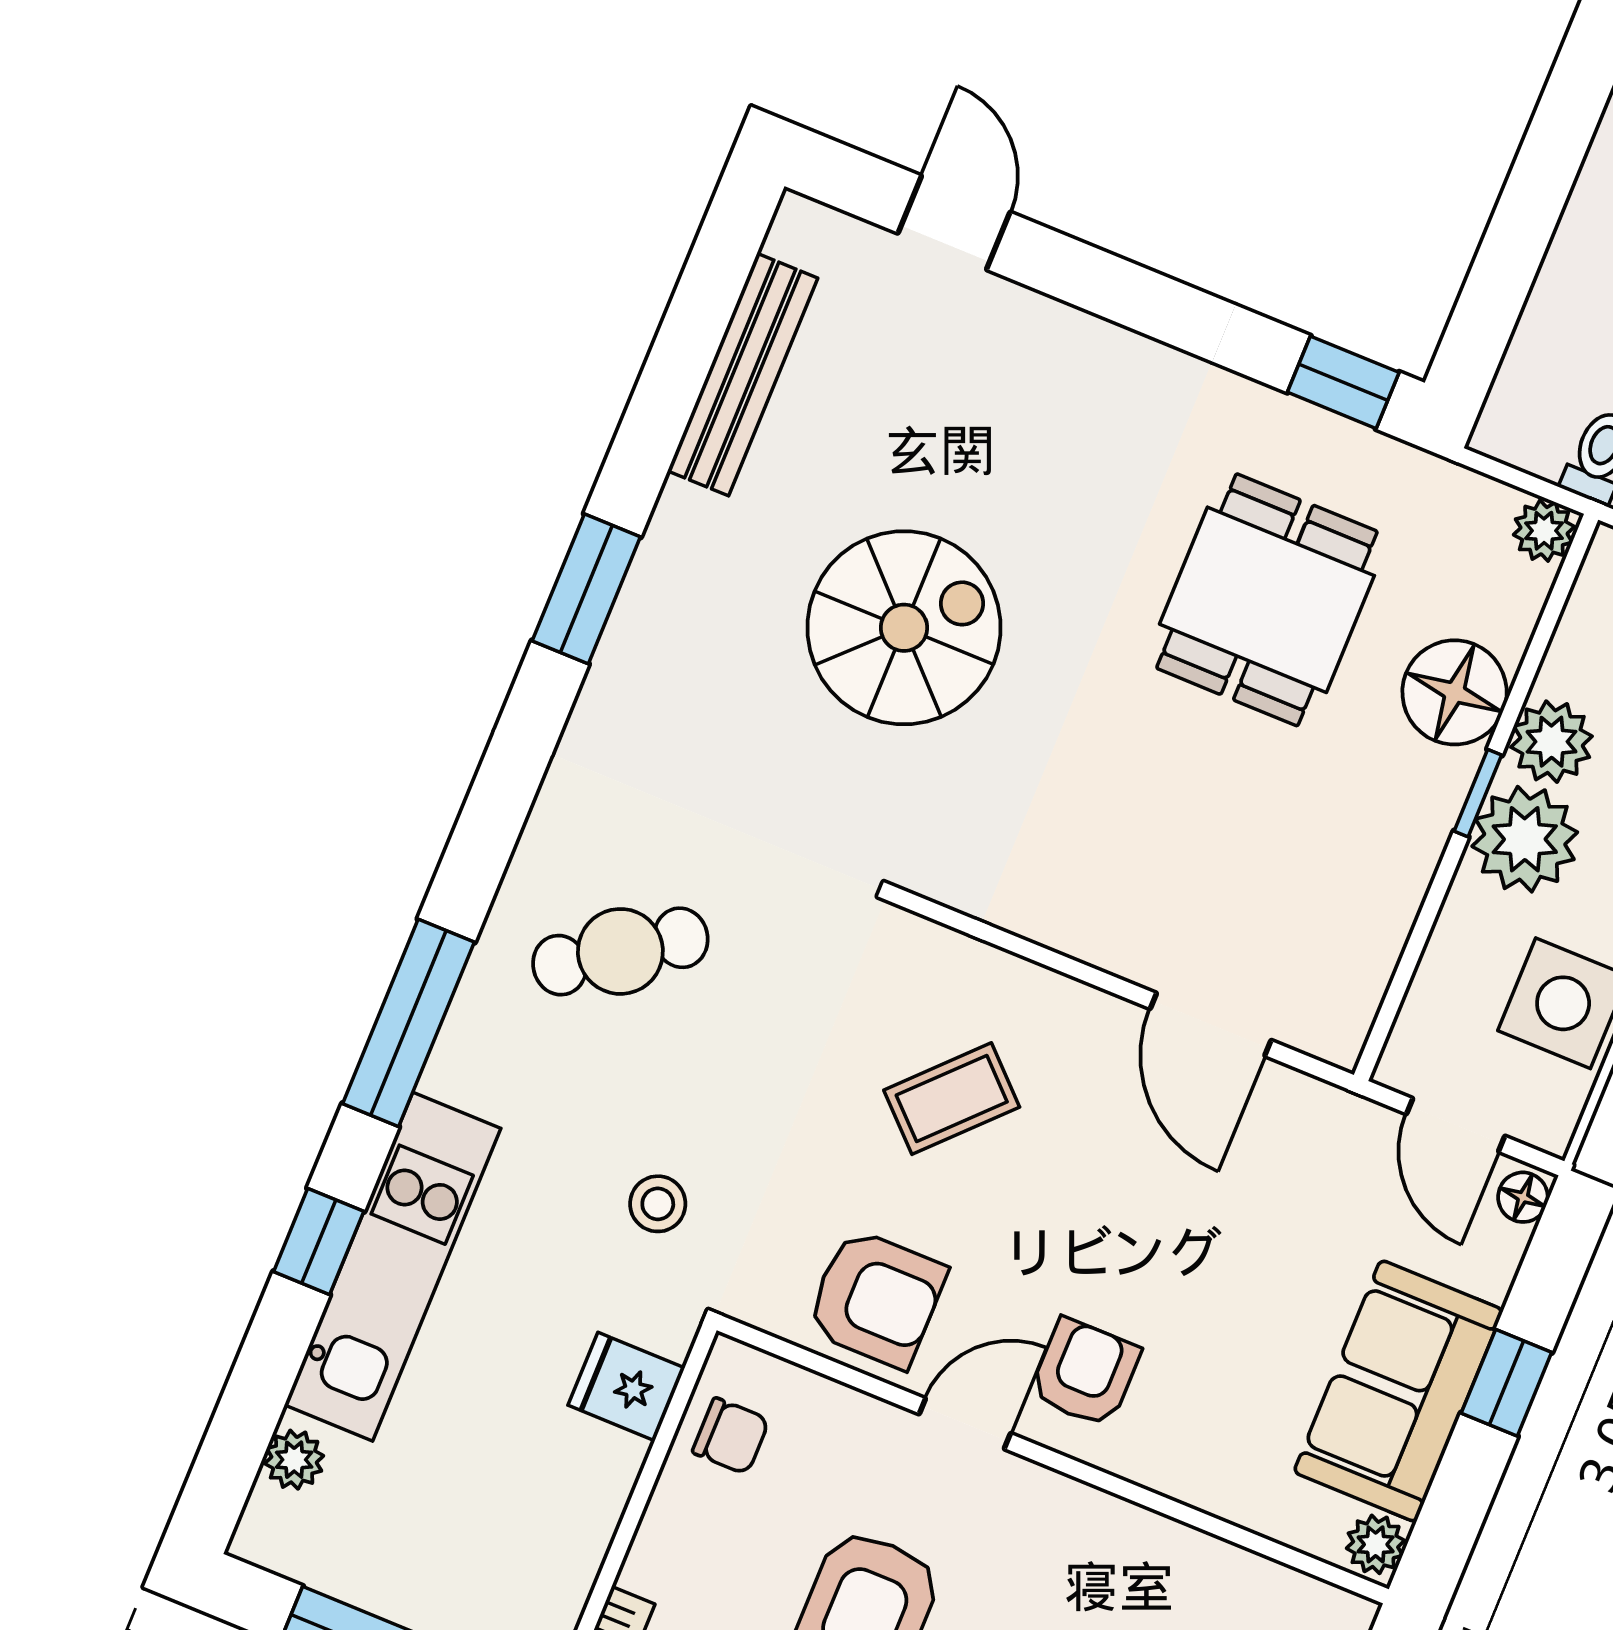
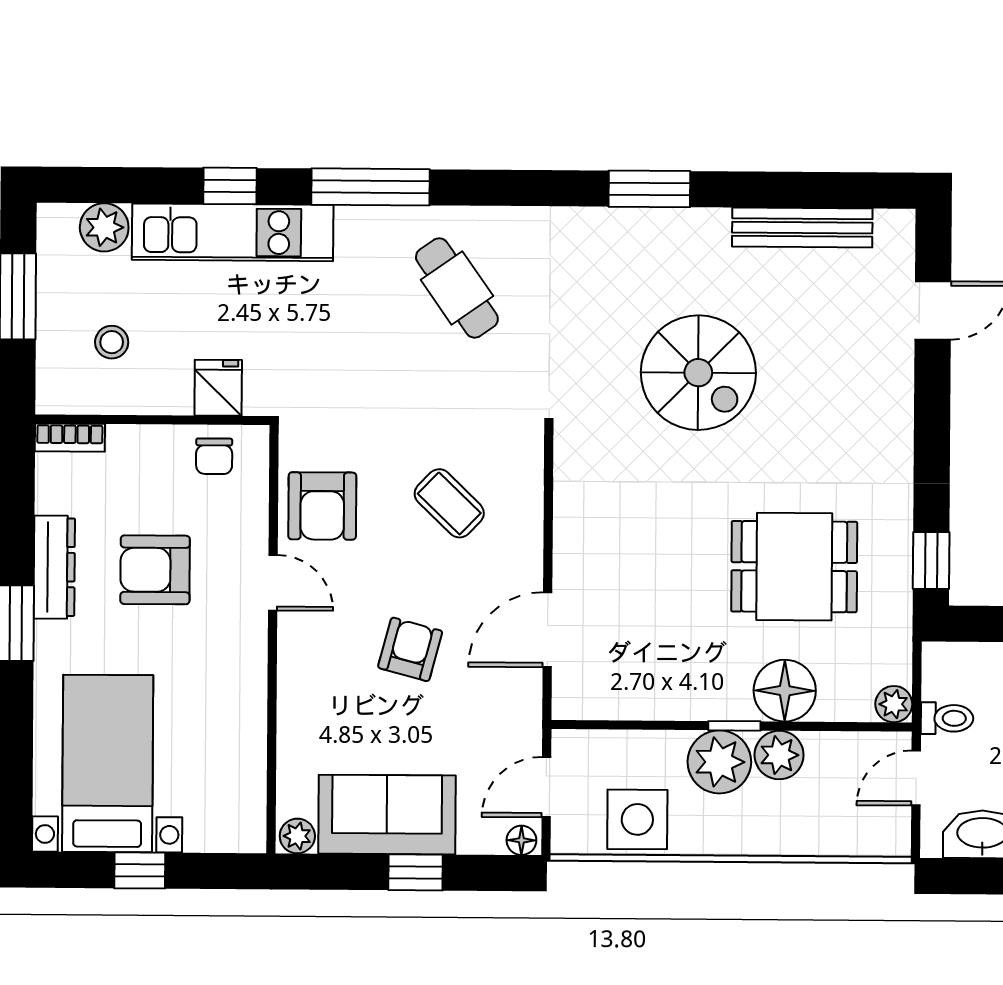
stool: (658, 1204) -> (112, 342), moved
armchair: (1085, 1373) -> (410, 649), moved, turned -75
plant: (294, 1460) -> (104, 227), width x1.38, depth x1.38

